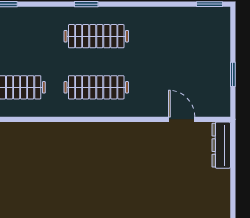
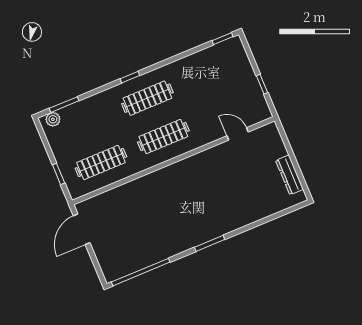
dresser: (221, 145) -> (289, 175), moved

